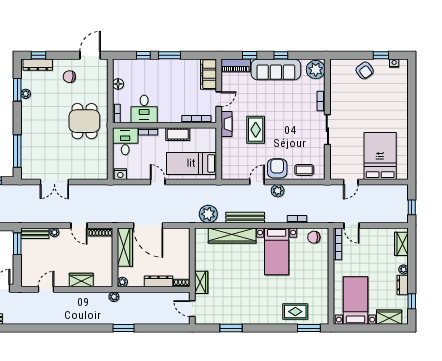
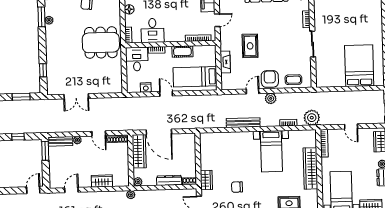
dining table: (84, 121) -> (101, 43), width x1.38
fireplace: (227, 124) -> (225, 62), moved
window: (17, 151) -> (43, 70), width x0.46
nightstand: (120, 174) -> (146, 87), moved
door: (351, 182) -> (334, 89), removed
plant: (208, 214) -> (312, 118), moved
door: (352, 225) -> (351, 126), moved
wardrobe: (232, 236) -> (310, 168), moved, turned 90
chair: (314, 237) -> (237, 187), moved

